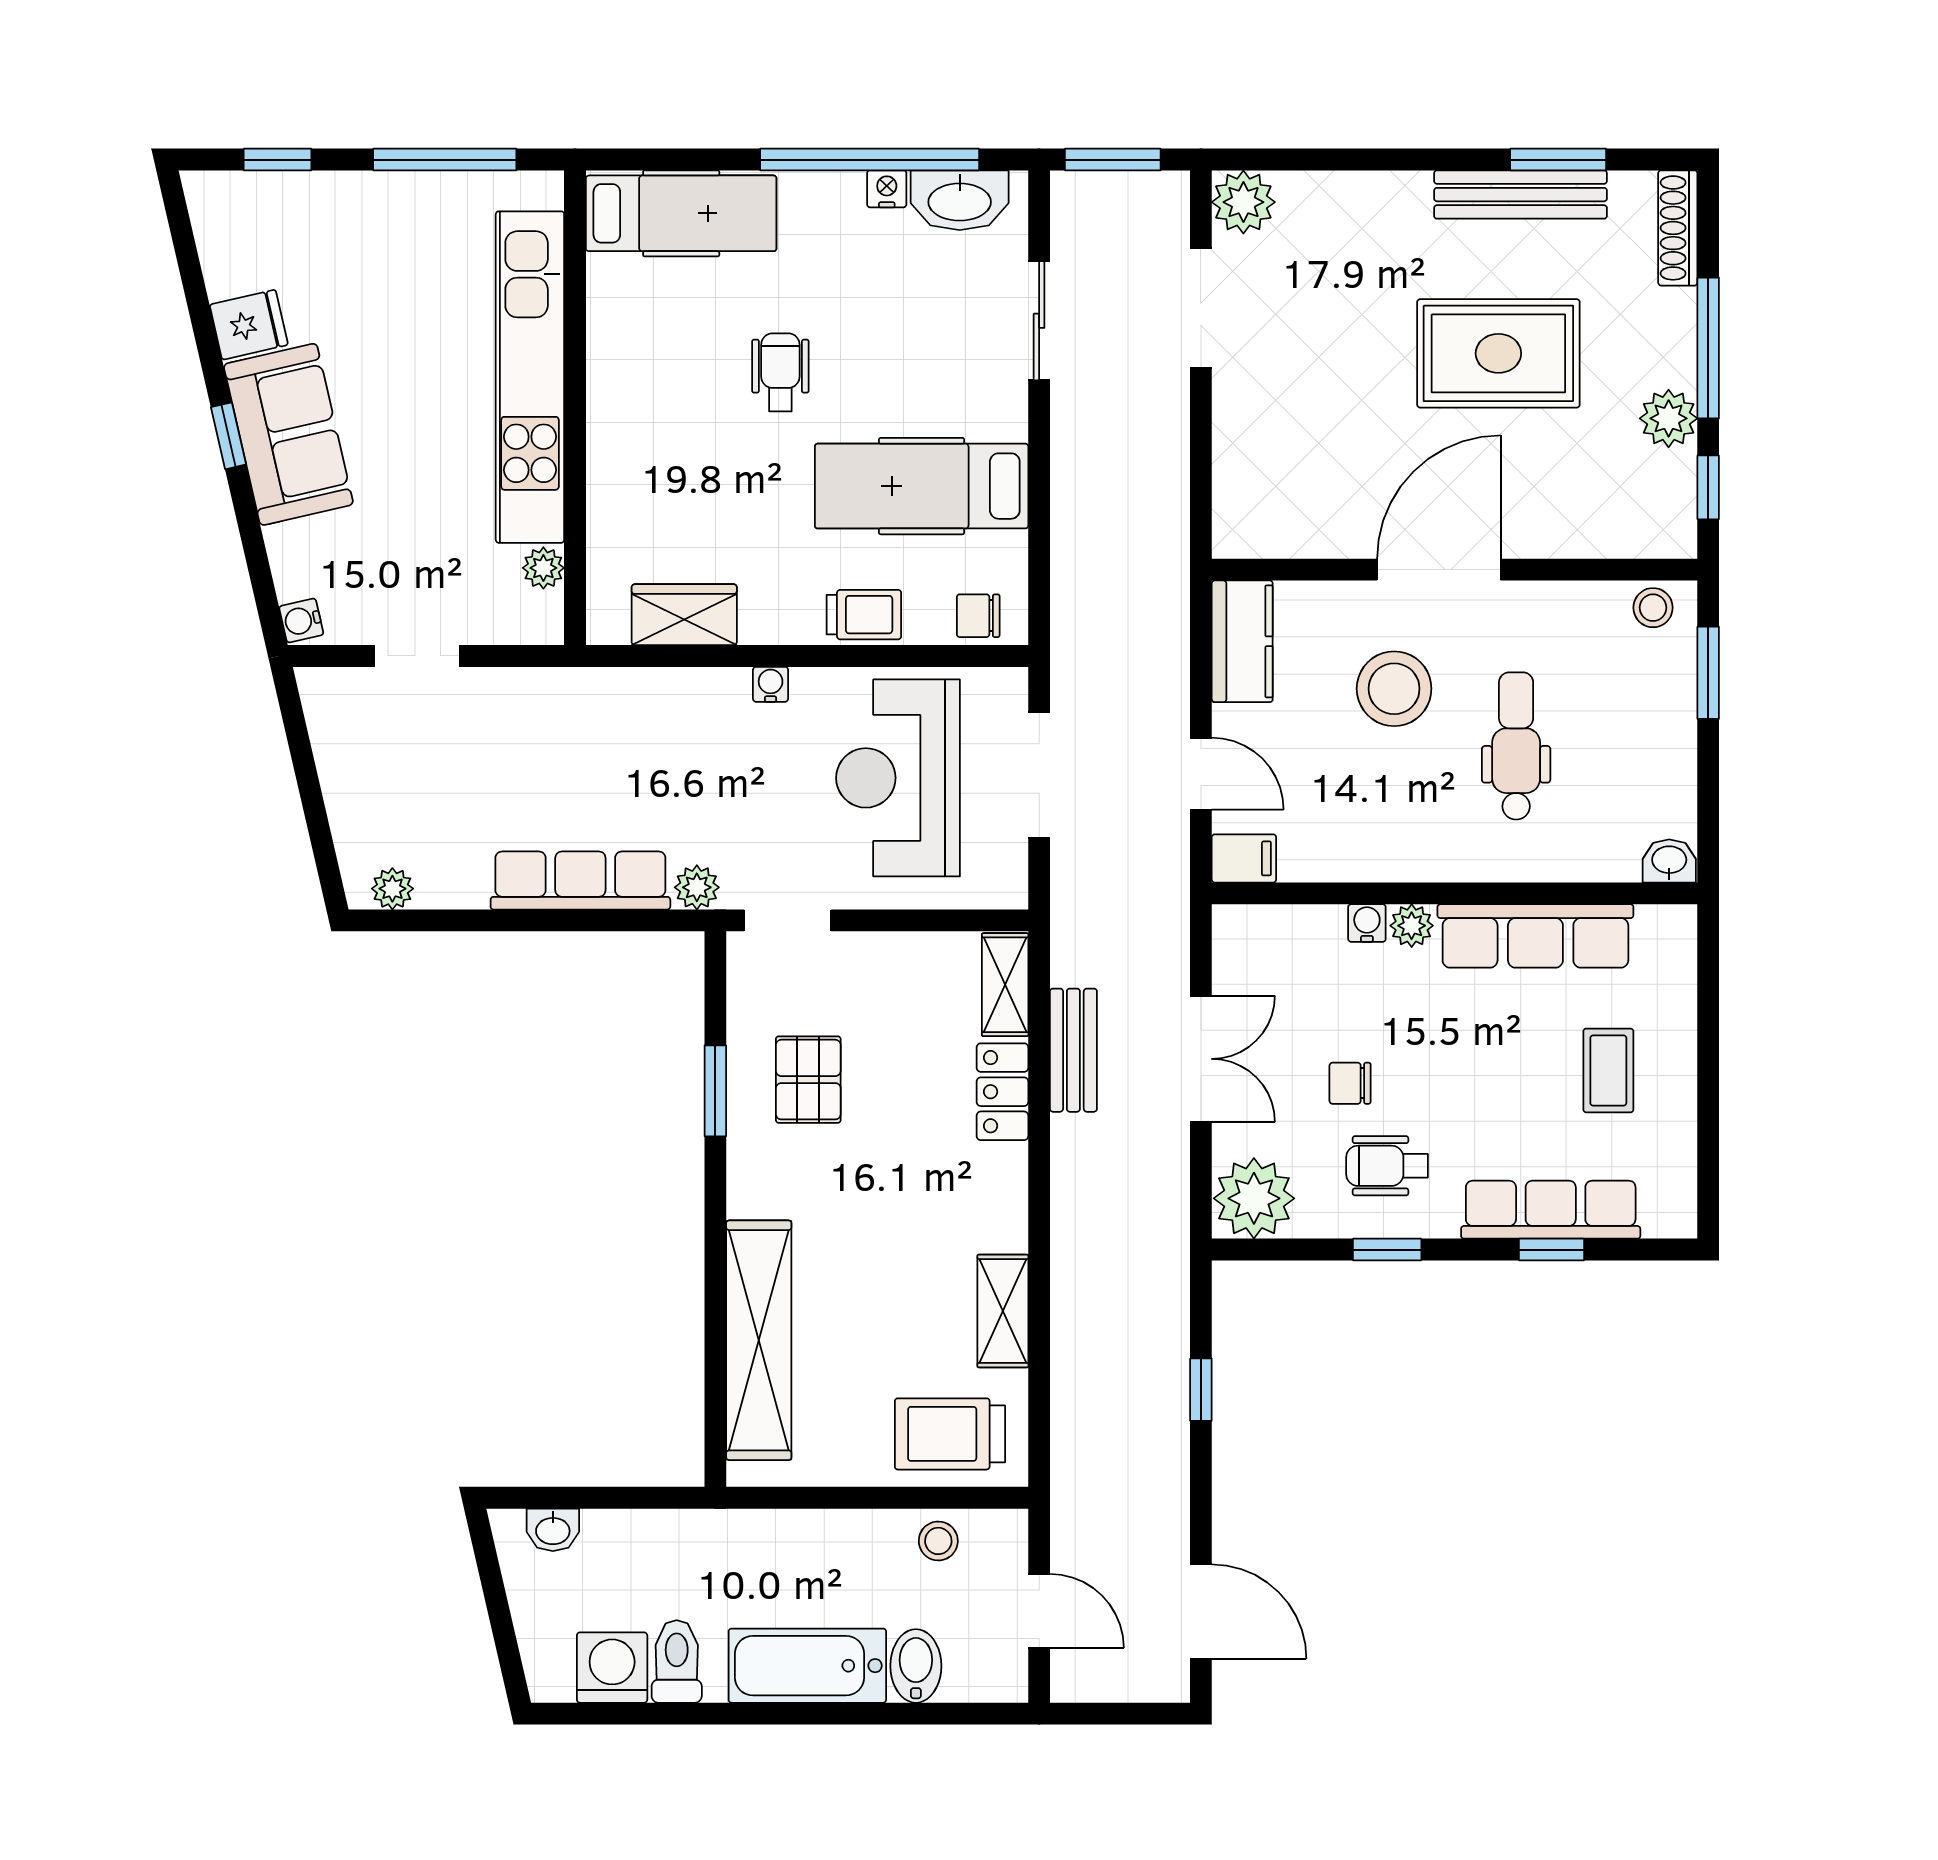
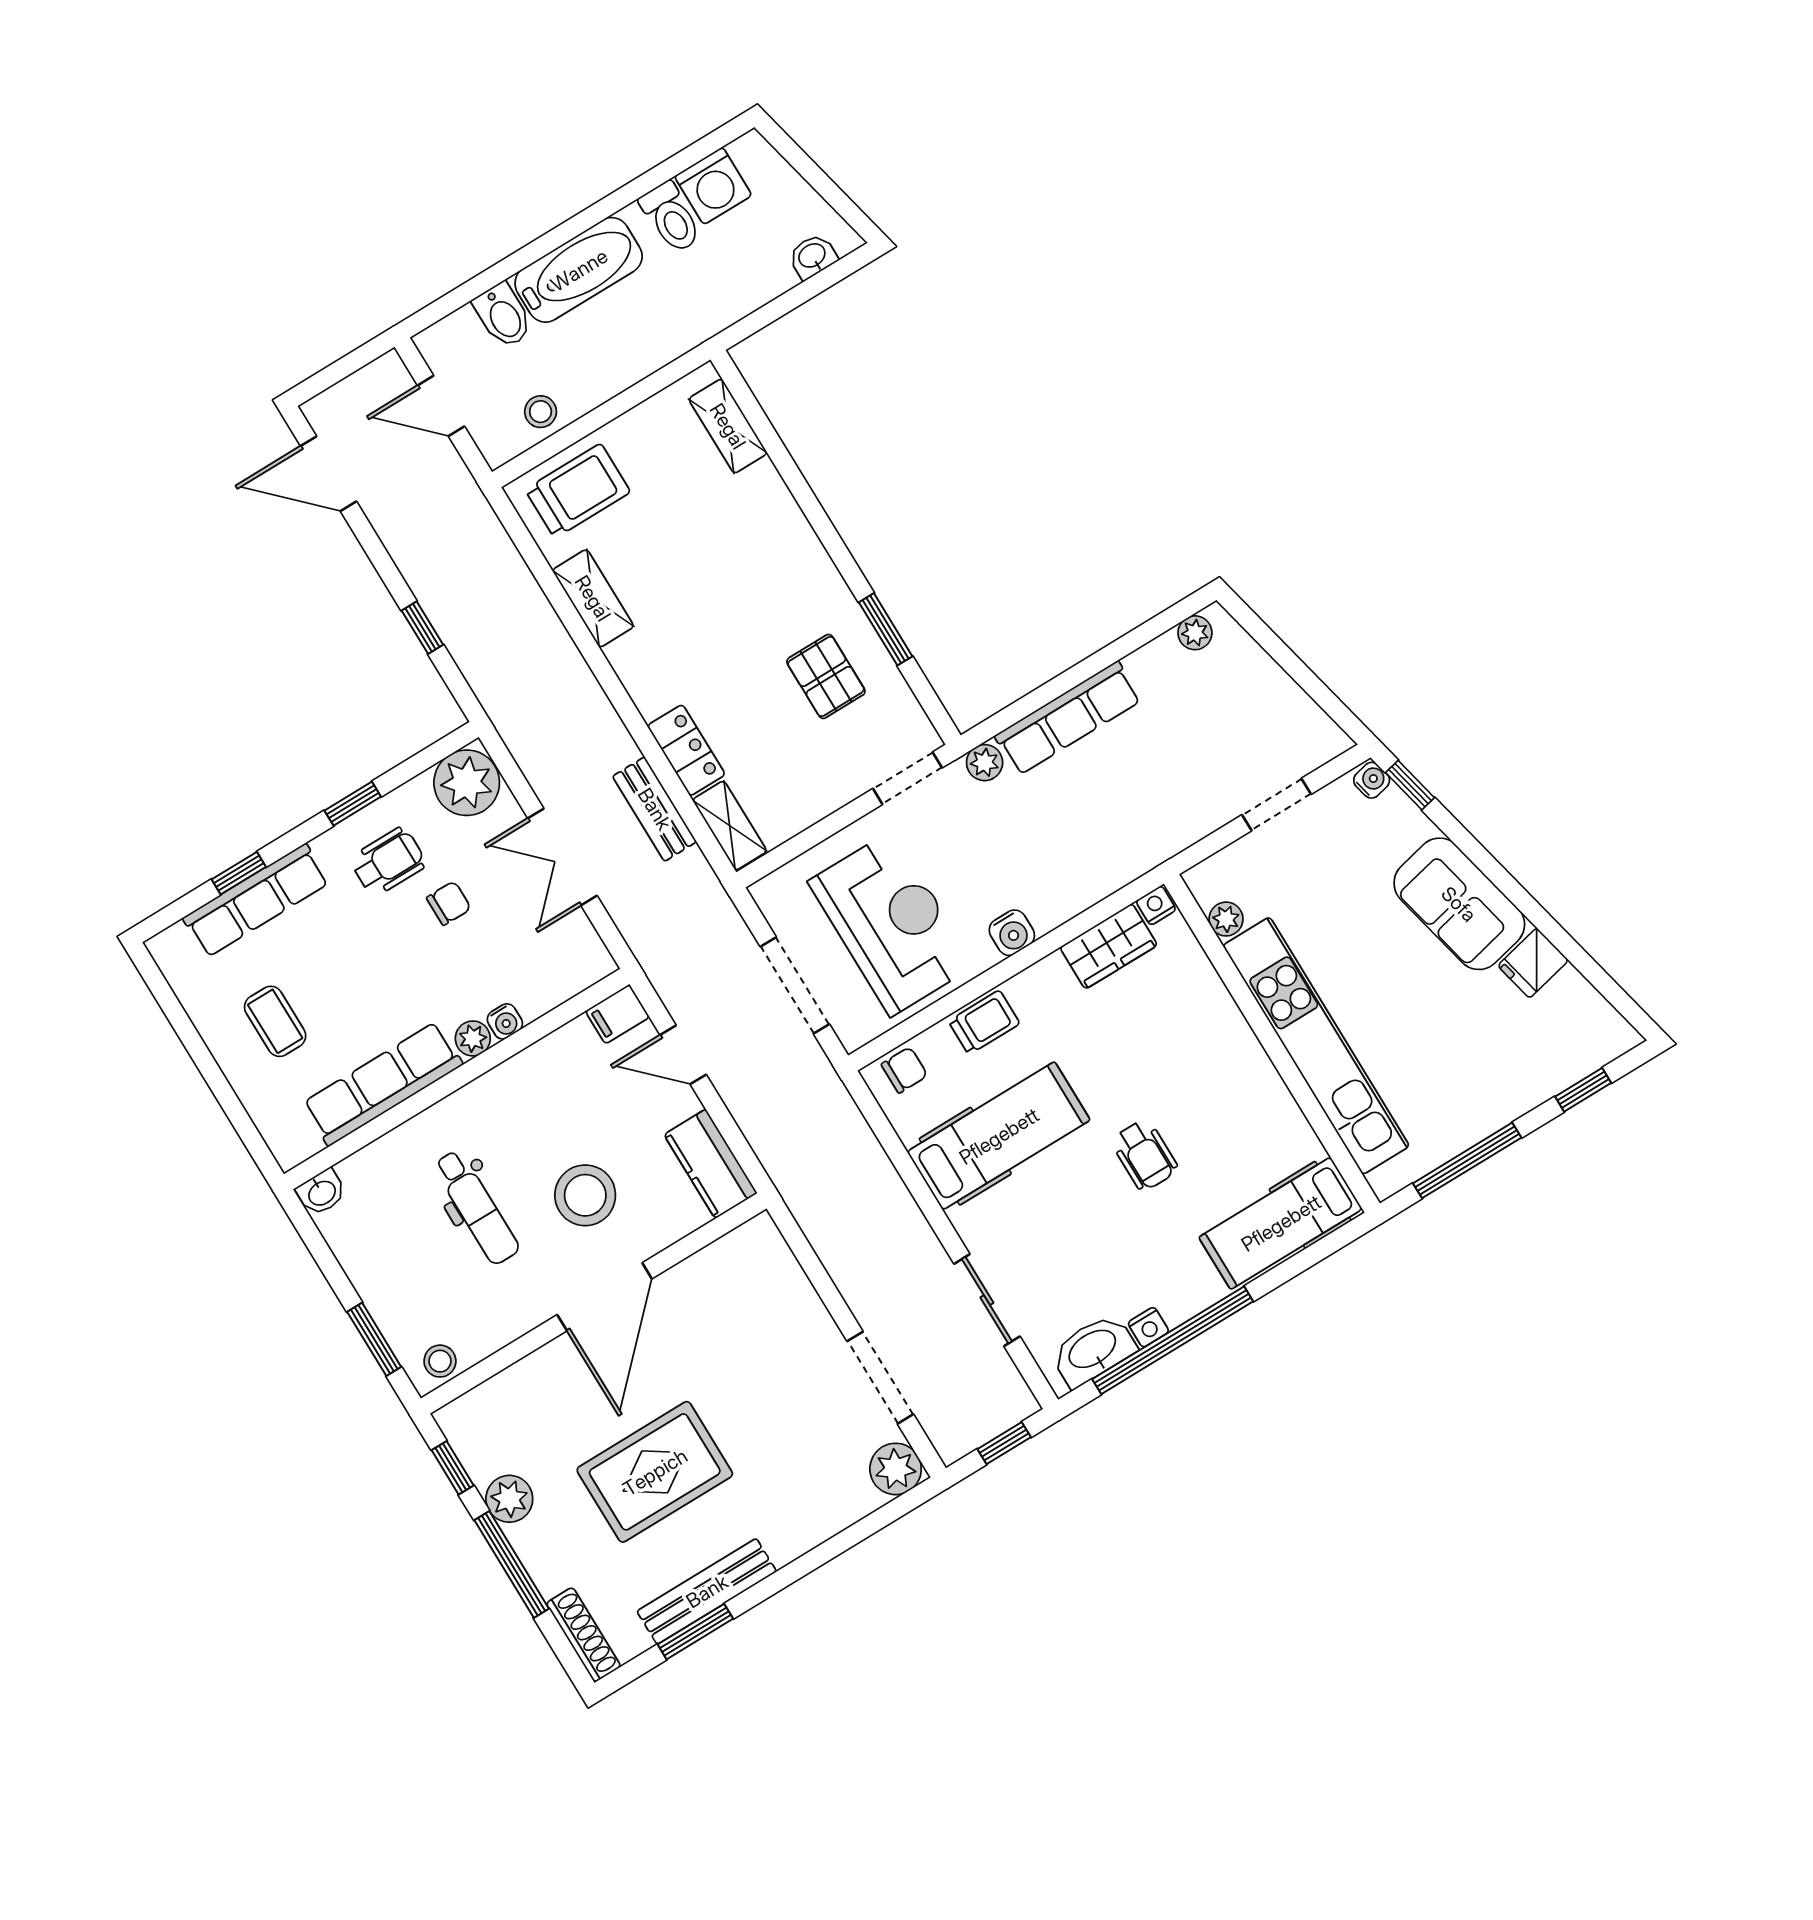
window: (1113, 160) -> (1004, 1443), width x0.67
window: (228, 436) -> (1410, 785), moved
trolley: (864, 615) -> (984, 1022), turned 180
nightstand: (608, 627) -> (1156, 905), added
water cooler: (771, 684) -> (1012, 933), width x1.38, depth x1.38
shelving: (759, 1340) -> (728, 426), width x0.45, depth x0.75

